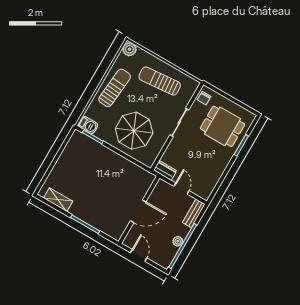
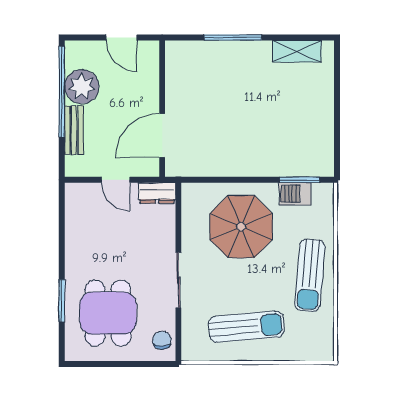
plant: (129, 49) -> (322, 349), removed
barbecue: (88, 125) -> (295, 194), moved
dining table: (222, 126) -> (108, 313), turned 90
door: (138, 211) -> (162, 136), moved
bench: (194, 213) -> (74, 130), moved
plant: (178, 241) -> (82, 87), width x1.88, depth x1.88

